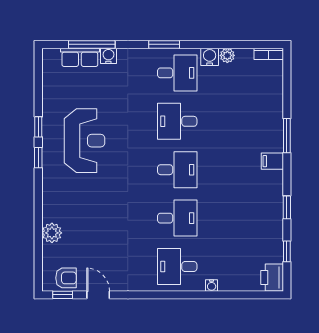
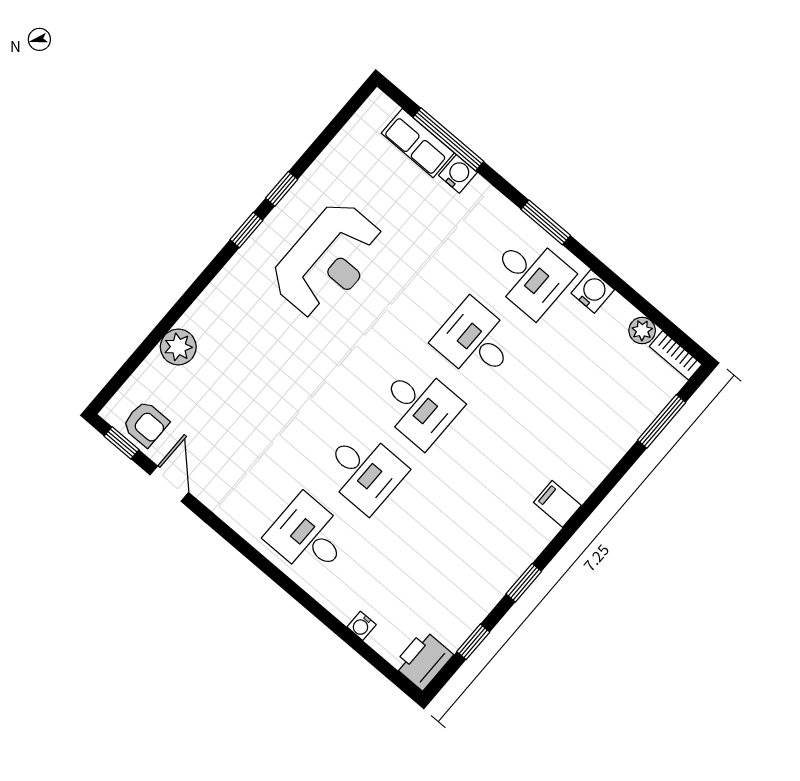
plant: (227, 55) -> (642, 330), moved
window: (287, 136) -> (662, 421), moved
water cooler: (212, 285) -> (362, 626), moved

